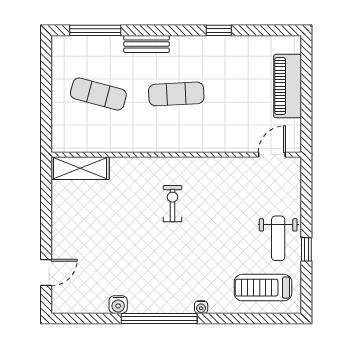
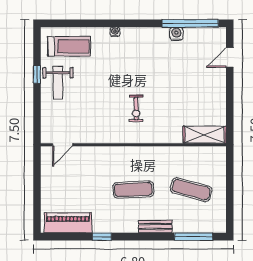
piano: (288, 86) -> (68, 223), moved, turned -90
weight bench: (278, 238) -> (58, 83), turned 180
window: (159, 318) -> (190, 23), moved

